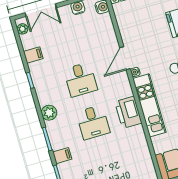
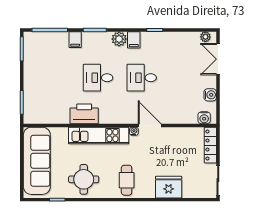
filing cabinet: (33, 55) -> (134, 40), moved
printer: (128, 112) -> (84, 114), moved

